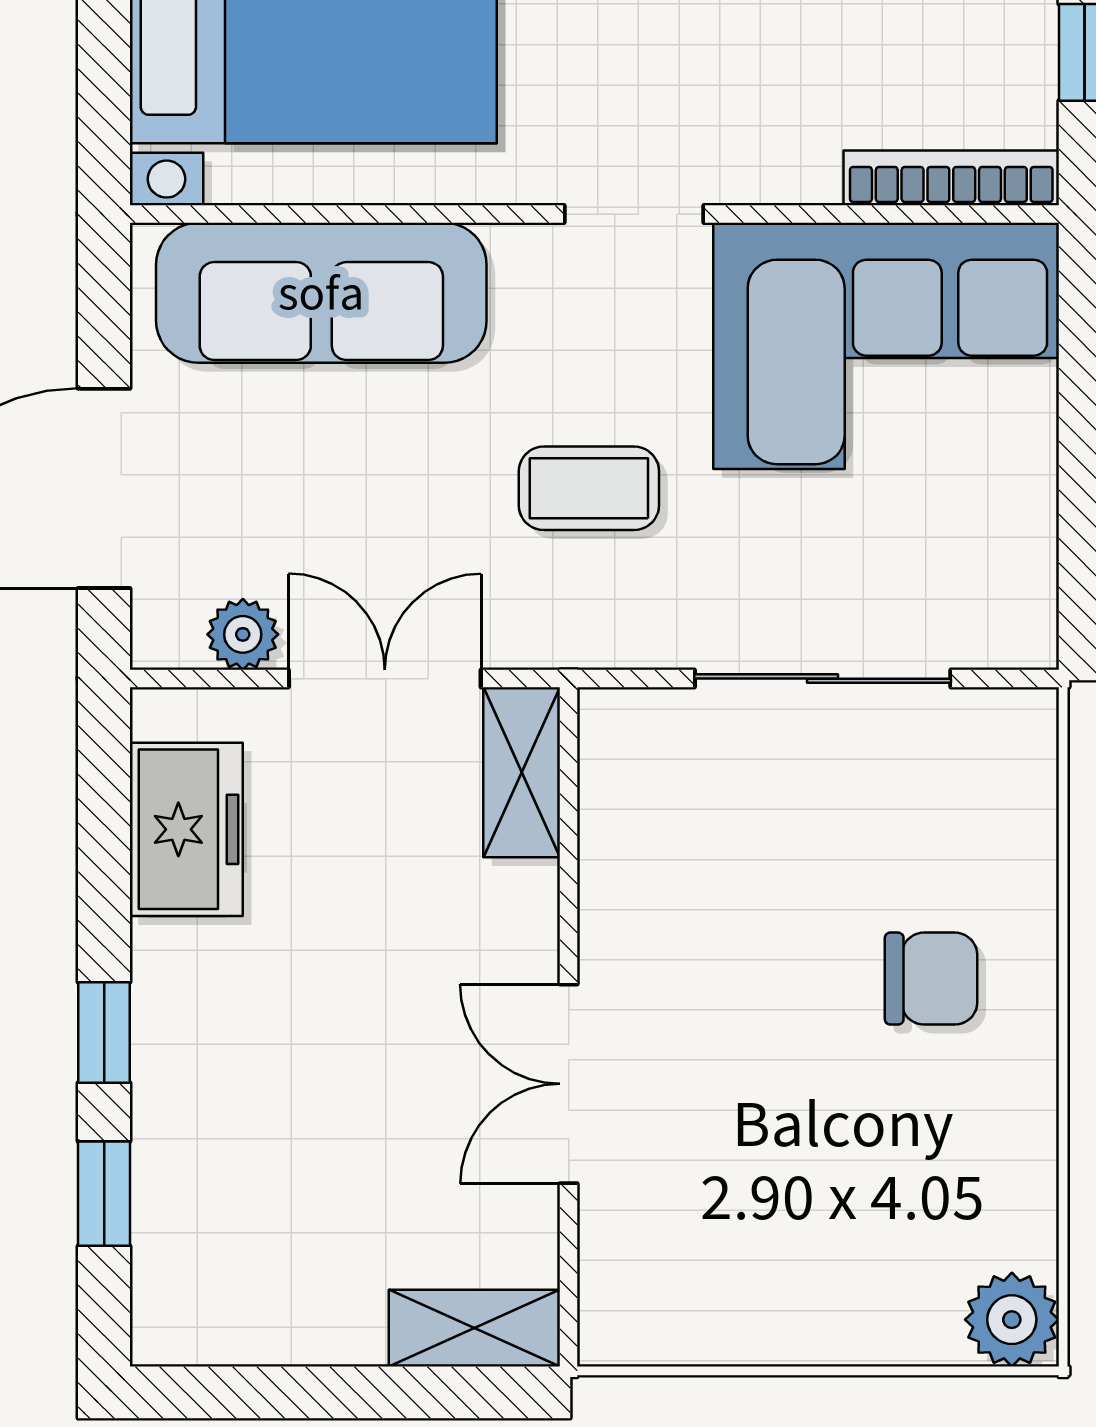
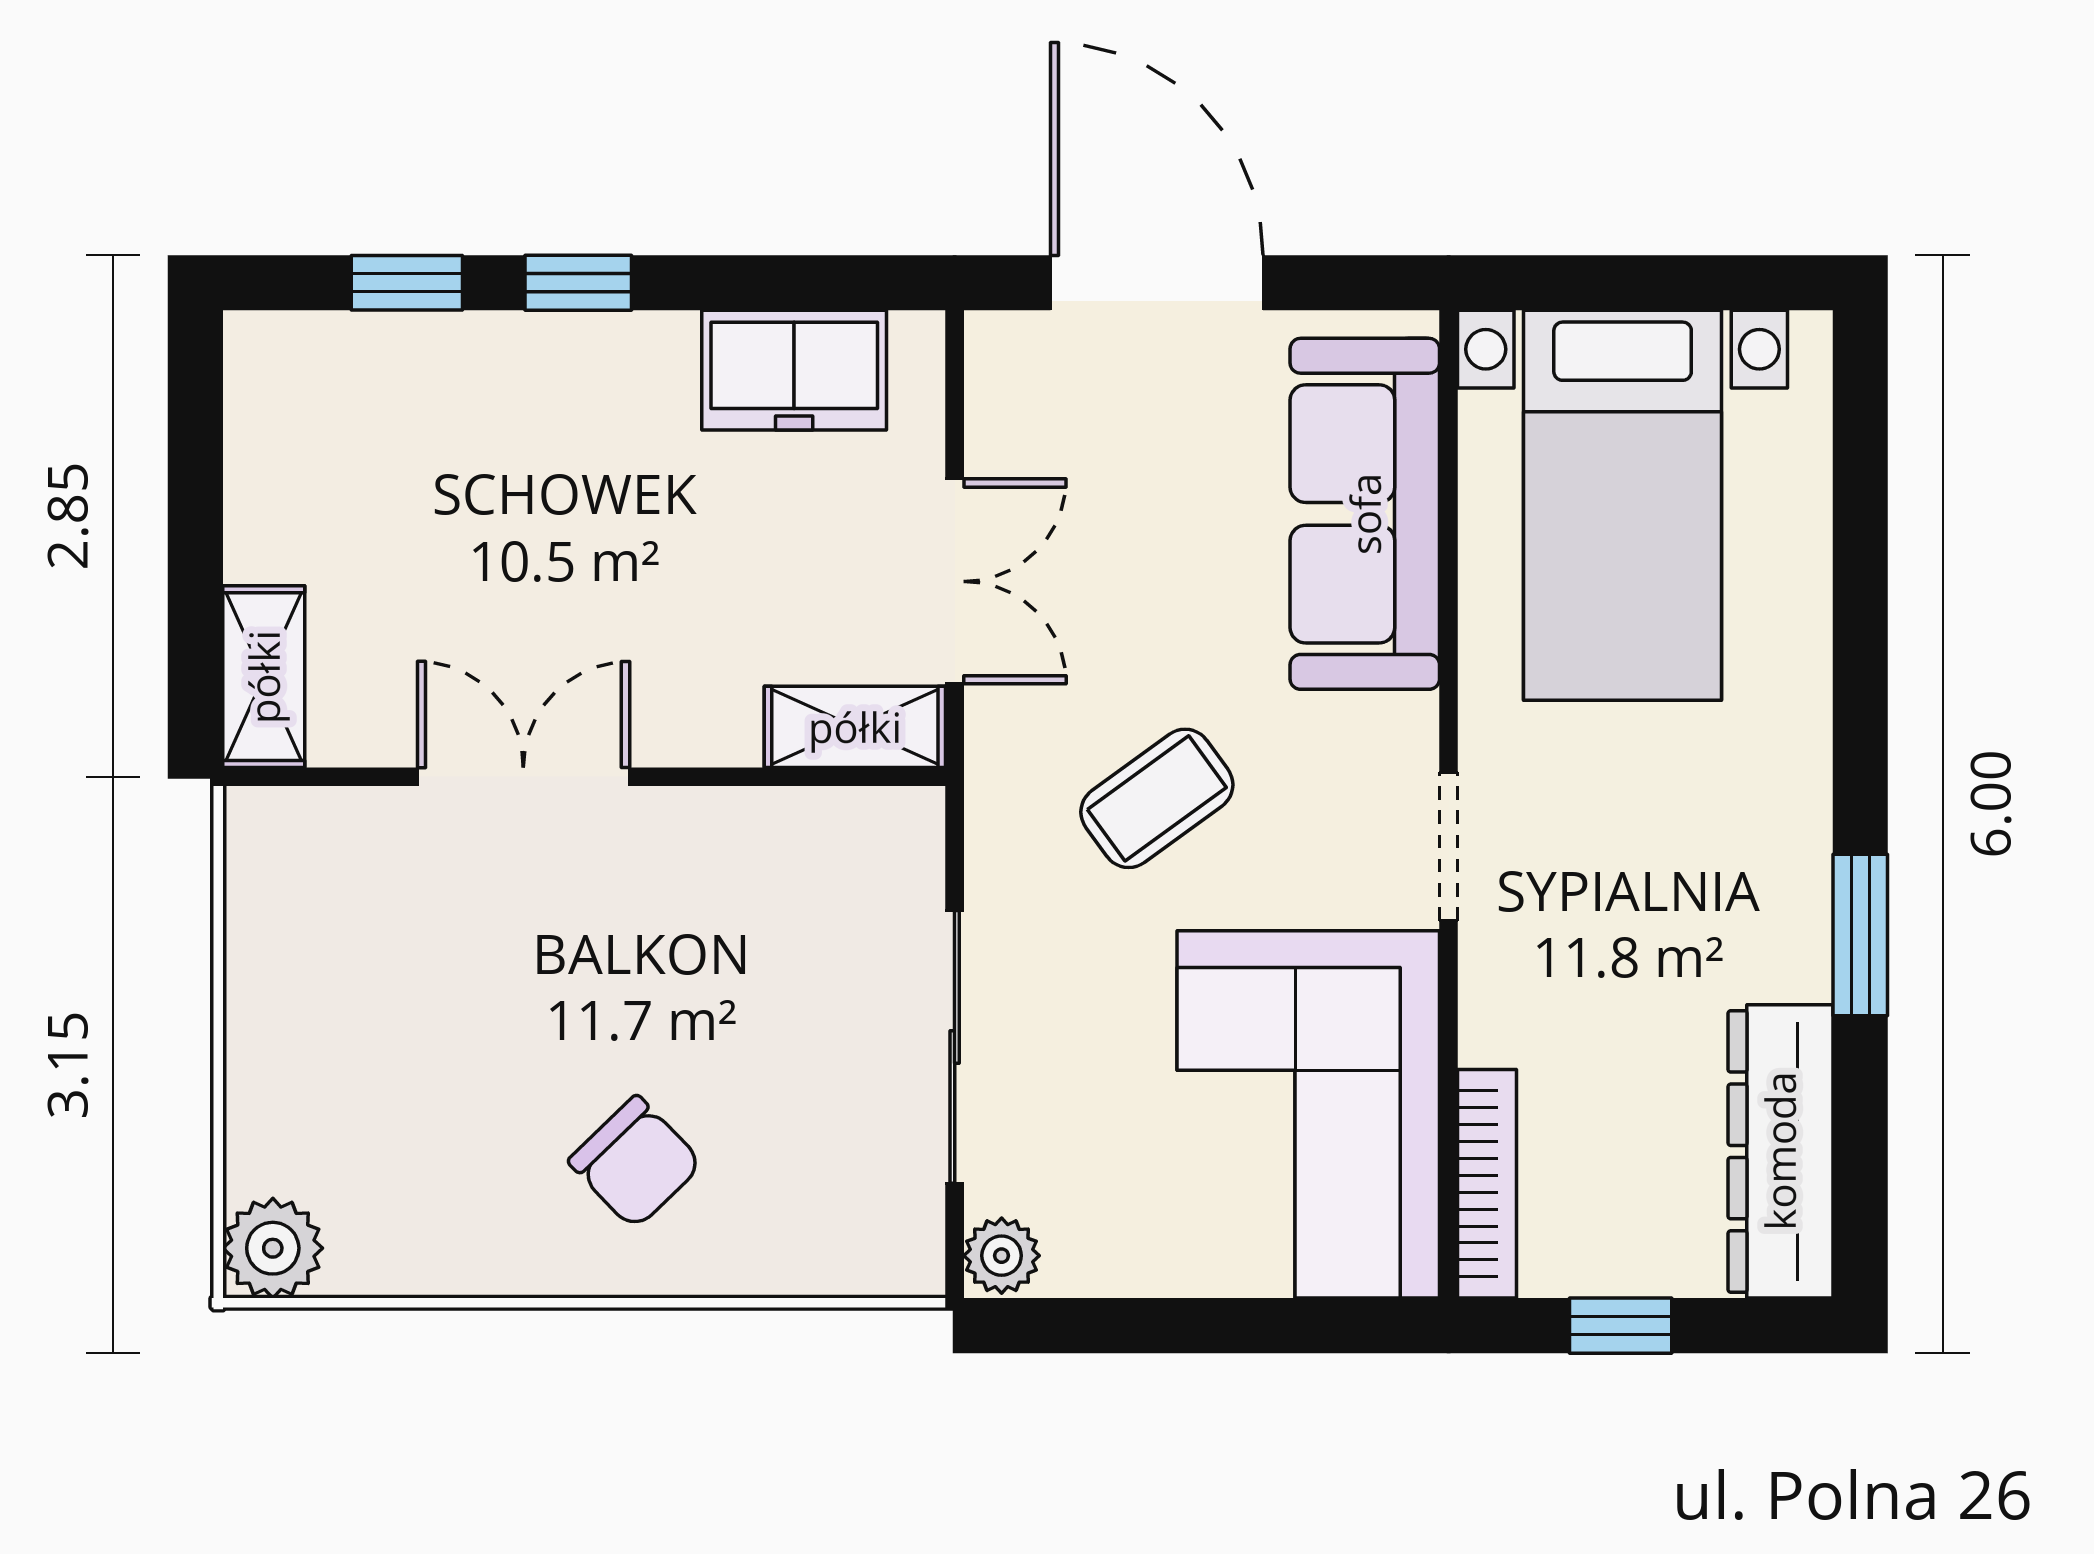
coffee table: (589, 488) -> (1157, 798), turned 54
plant: (243, 634) -> (1002, 1256), moved
chair: (931, 979) -> (635, 1162), turned -44

